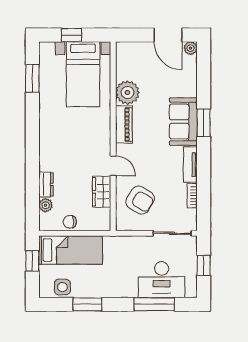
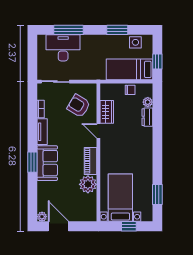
window: (204, 265) -> (32, 58), removed

